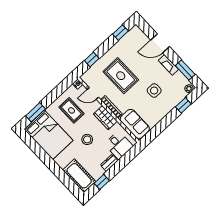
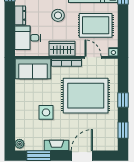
window: (92, 59) -> (123, 100), moved
rug: (121, 76) -> (86, 96), width x1.37, depth x1.44
door: (93, 93) -> (93, 57), hinge flipped
window: (183, 105) -> (10, 126), removed
rug: (71, 110) -> (96, 25), width x1.36, depth x1.43

